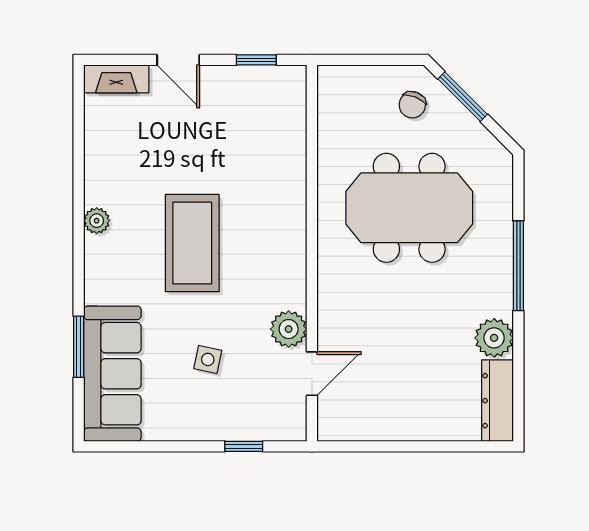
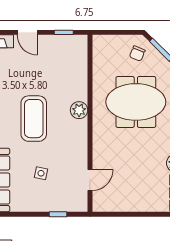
plant: (289, 329) -> (79, 110), moved

